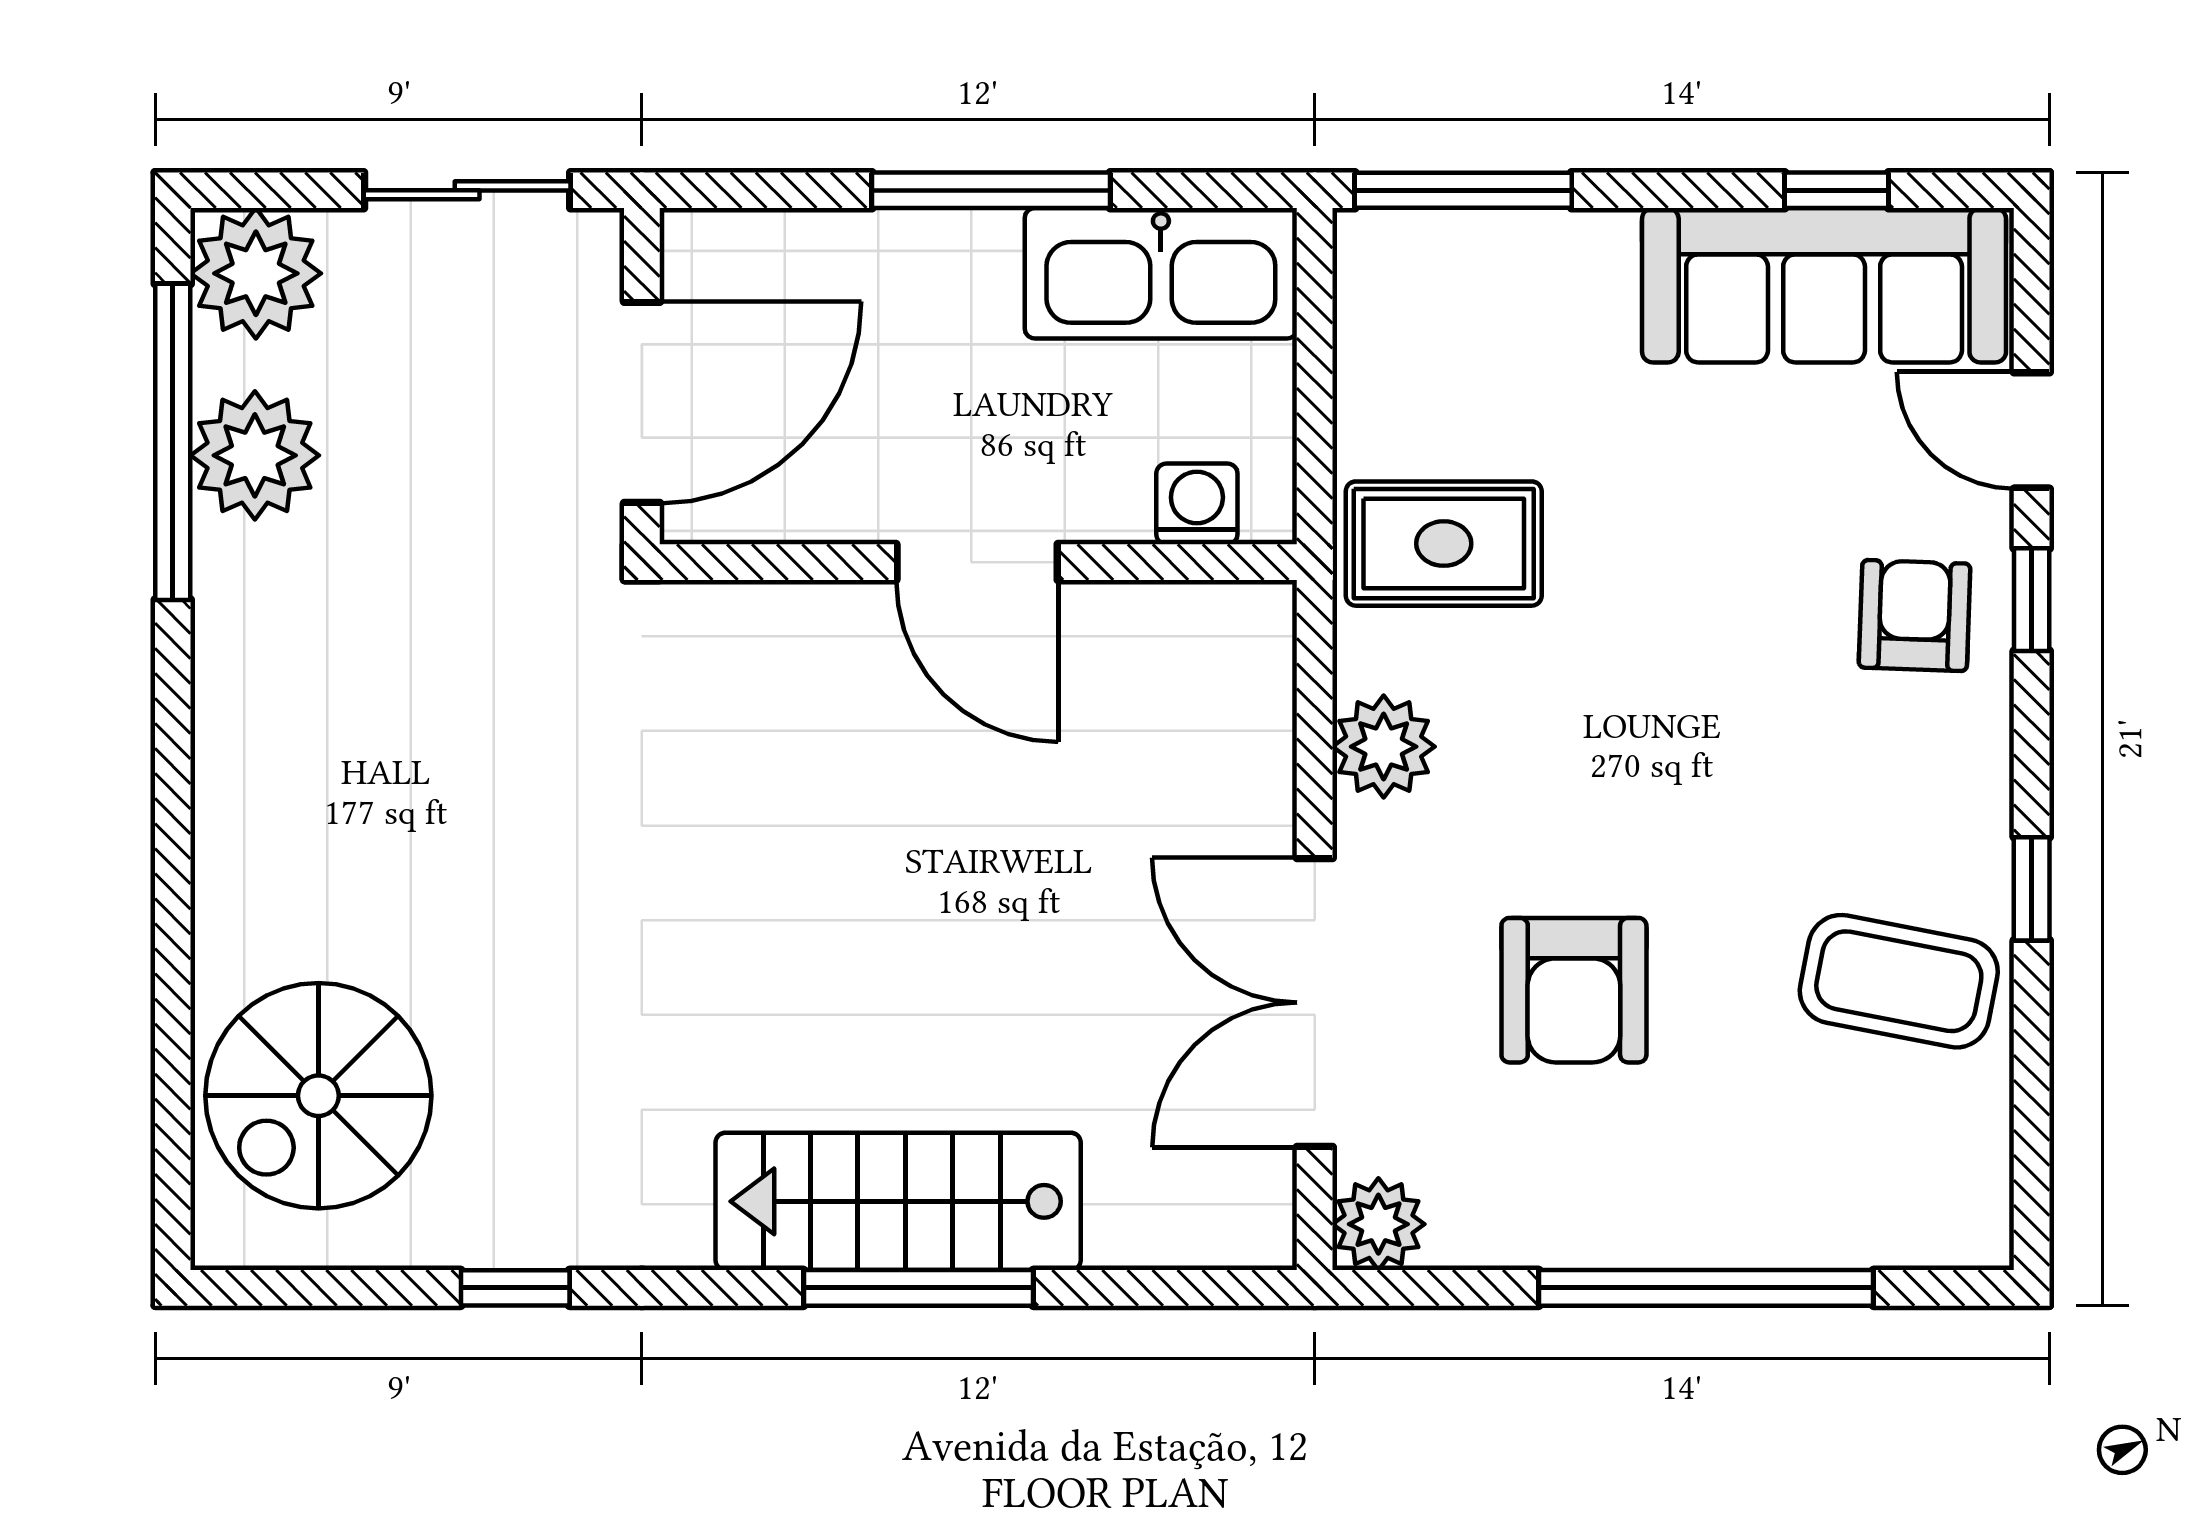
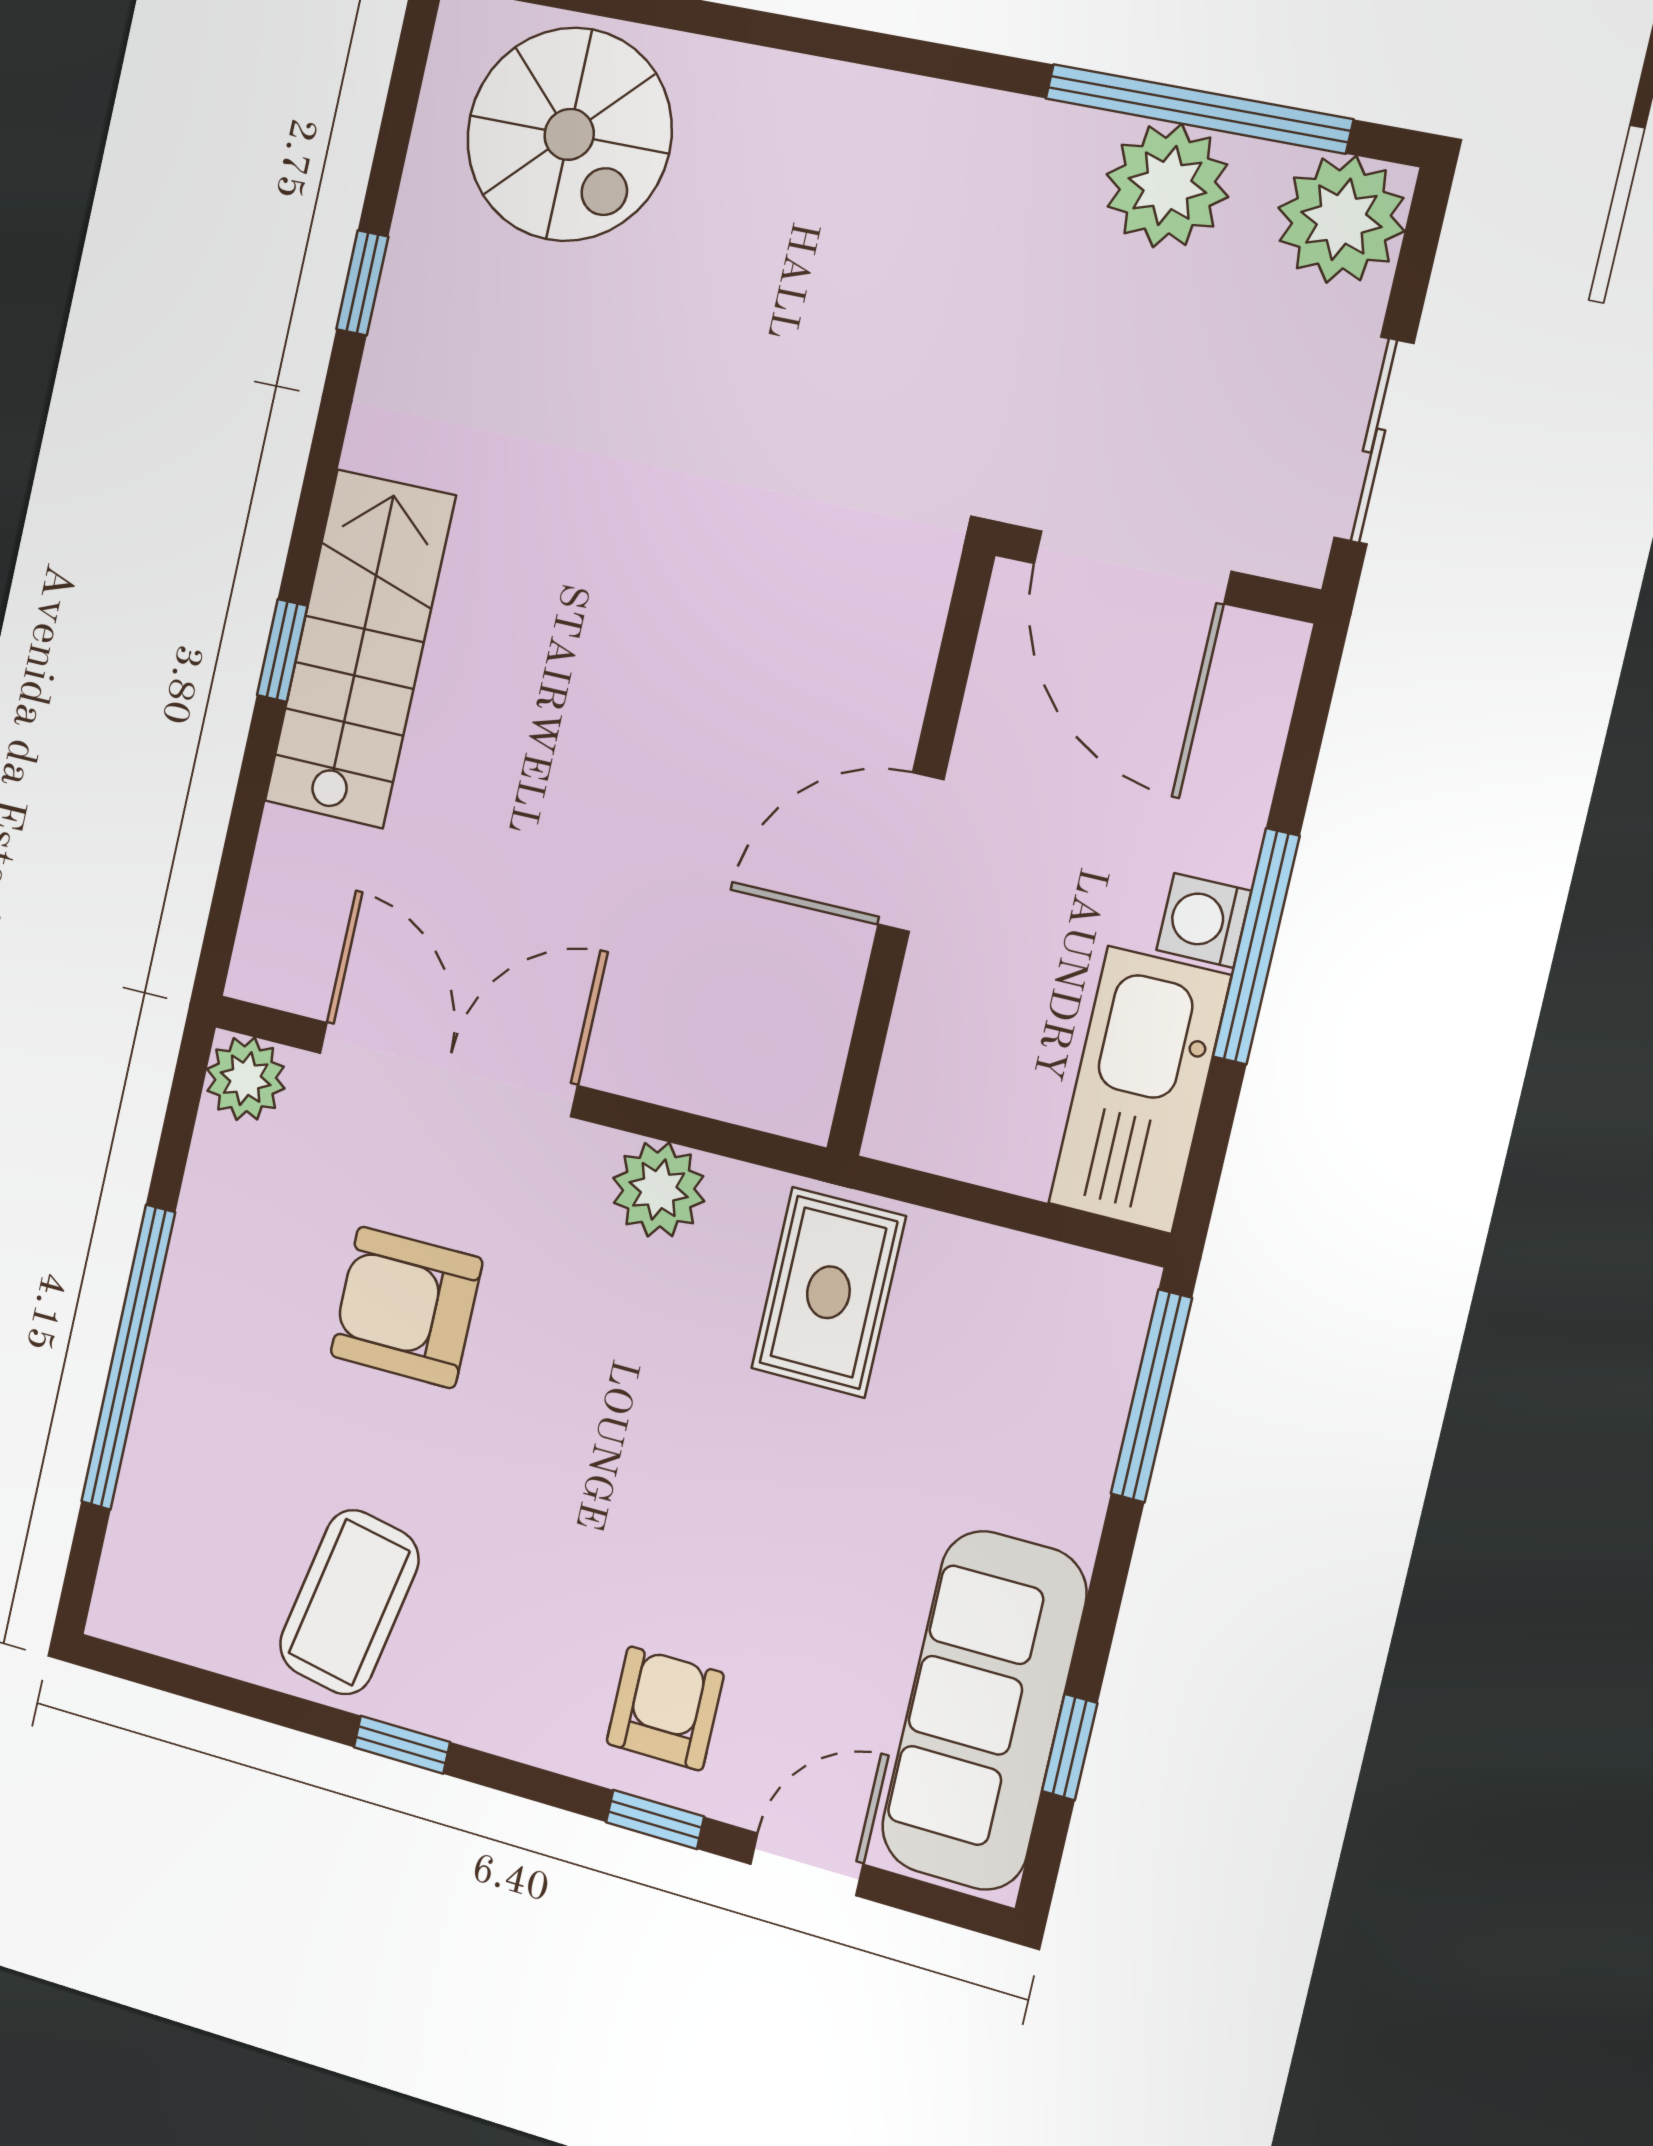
washing machine: (1197, 504) -> (1204, 920), moved, turned 180
armchair: (1915, 616) -> (665, 1708), turned -92
spiral stairs: (318, 1096) -> (569, 134), turned 180
window: (918, 1288) -> (282, 650), width x0.46

